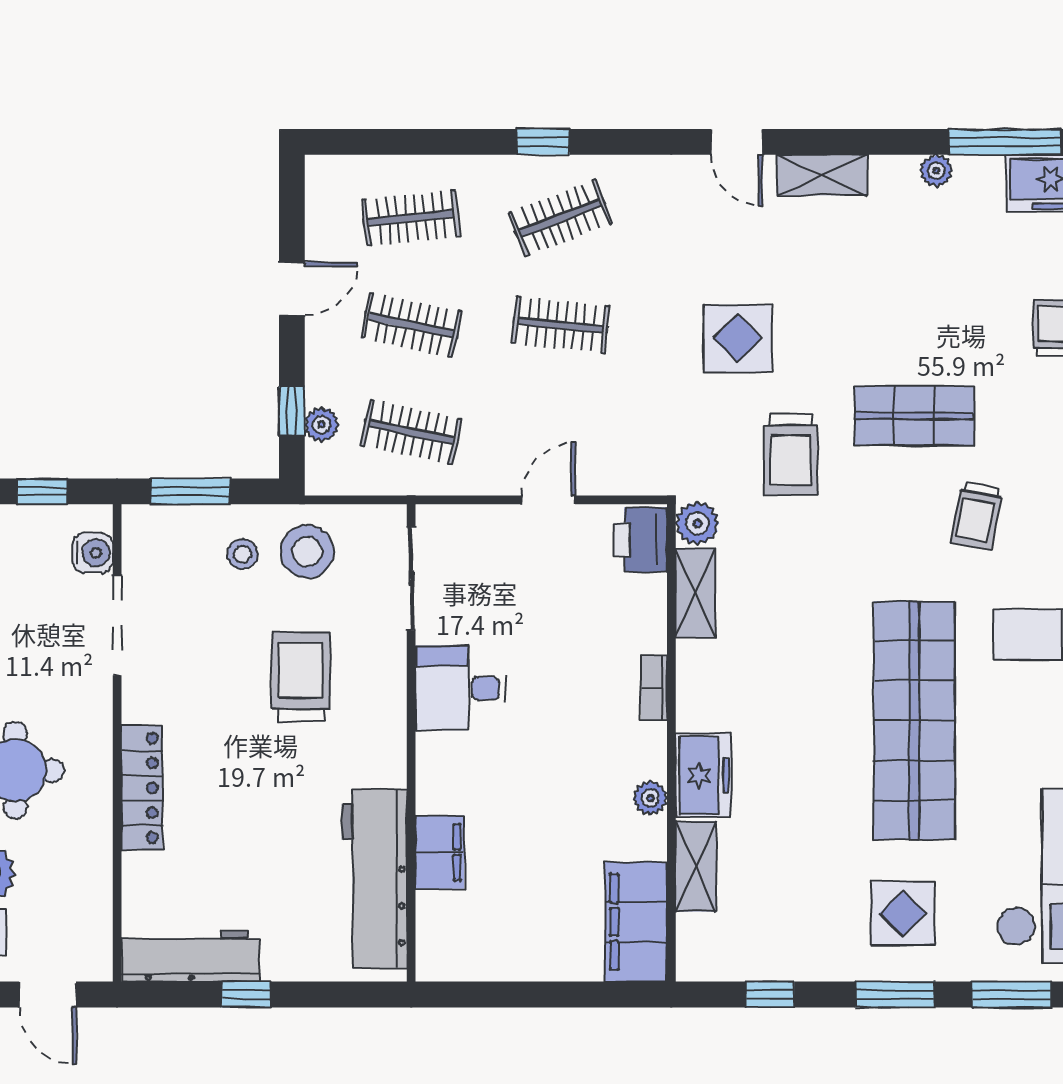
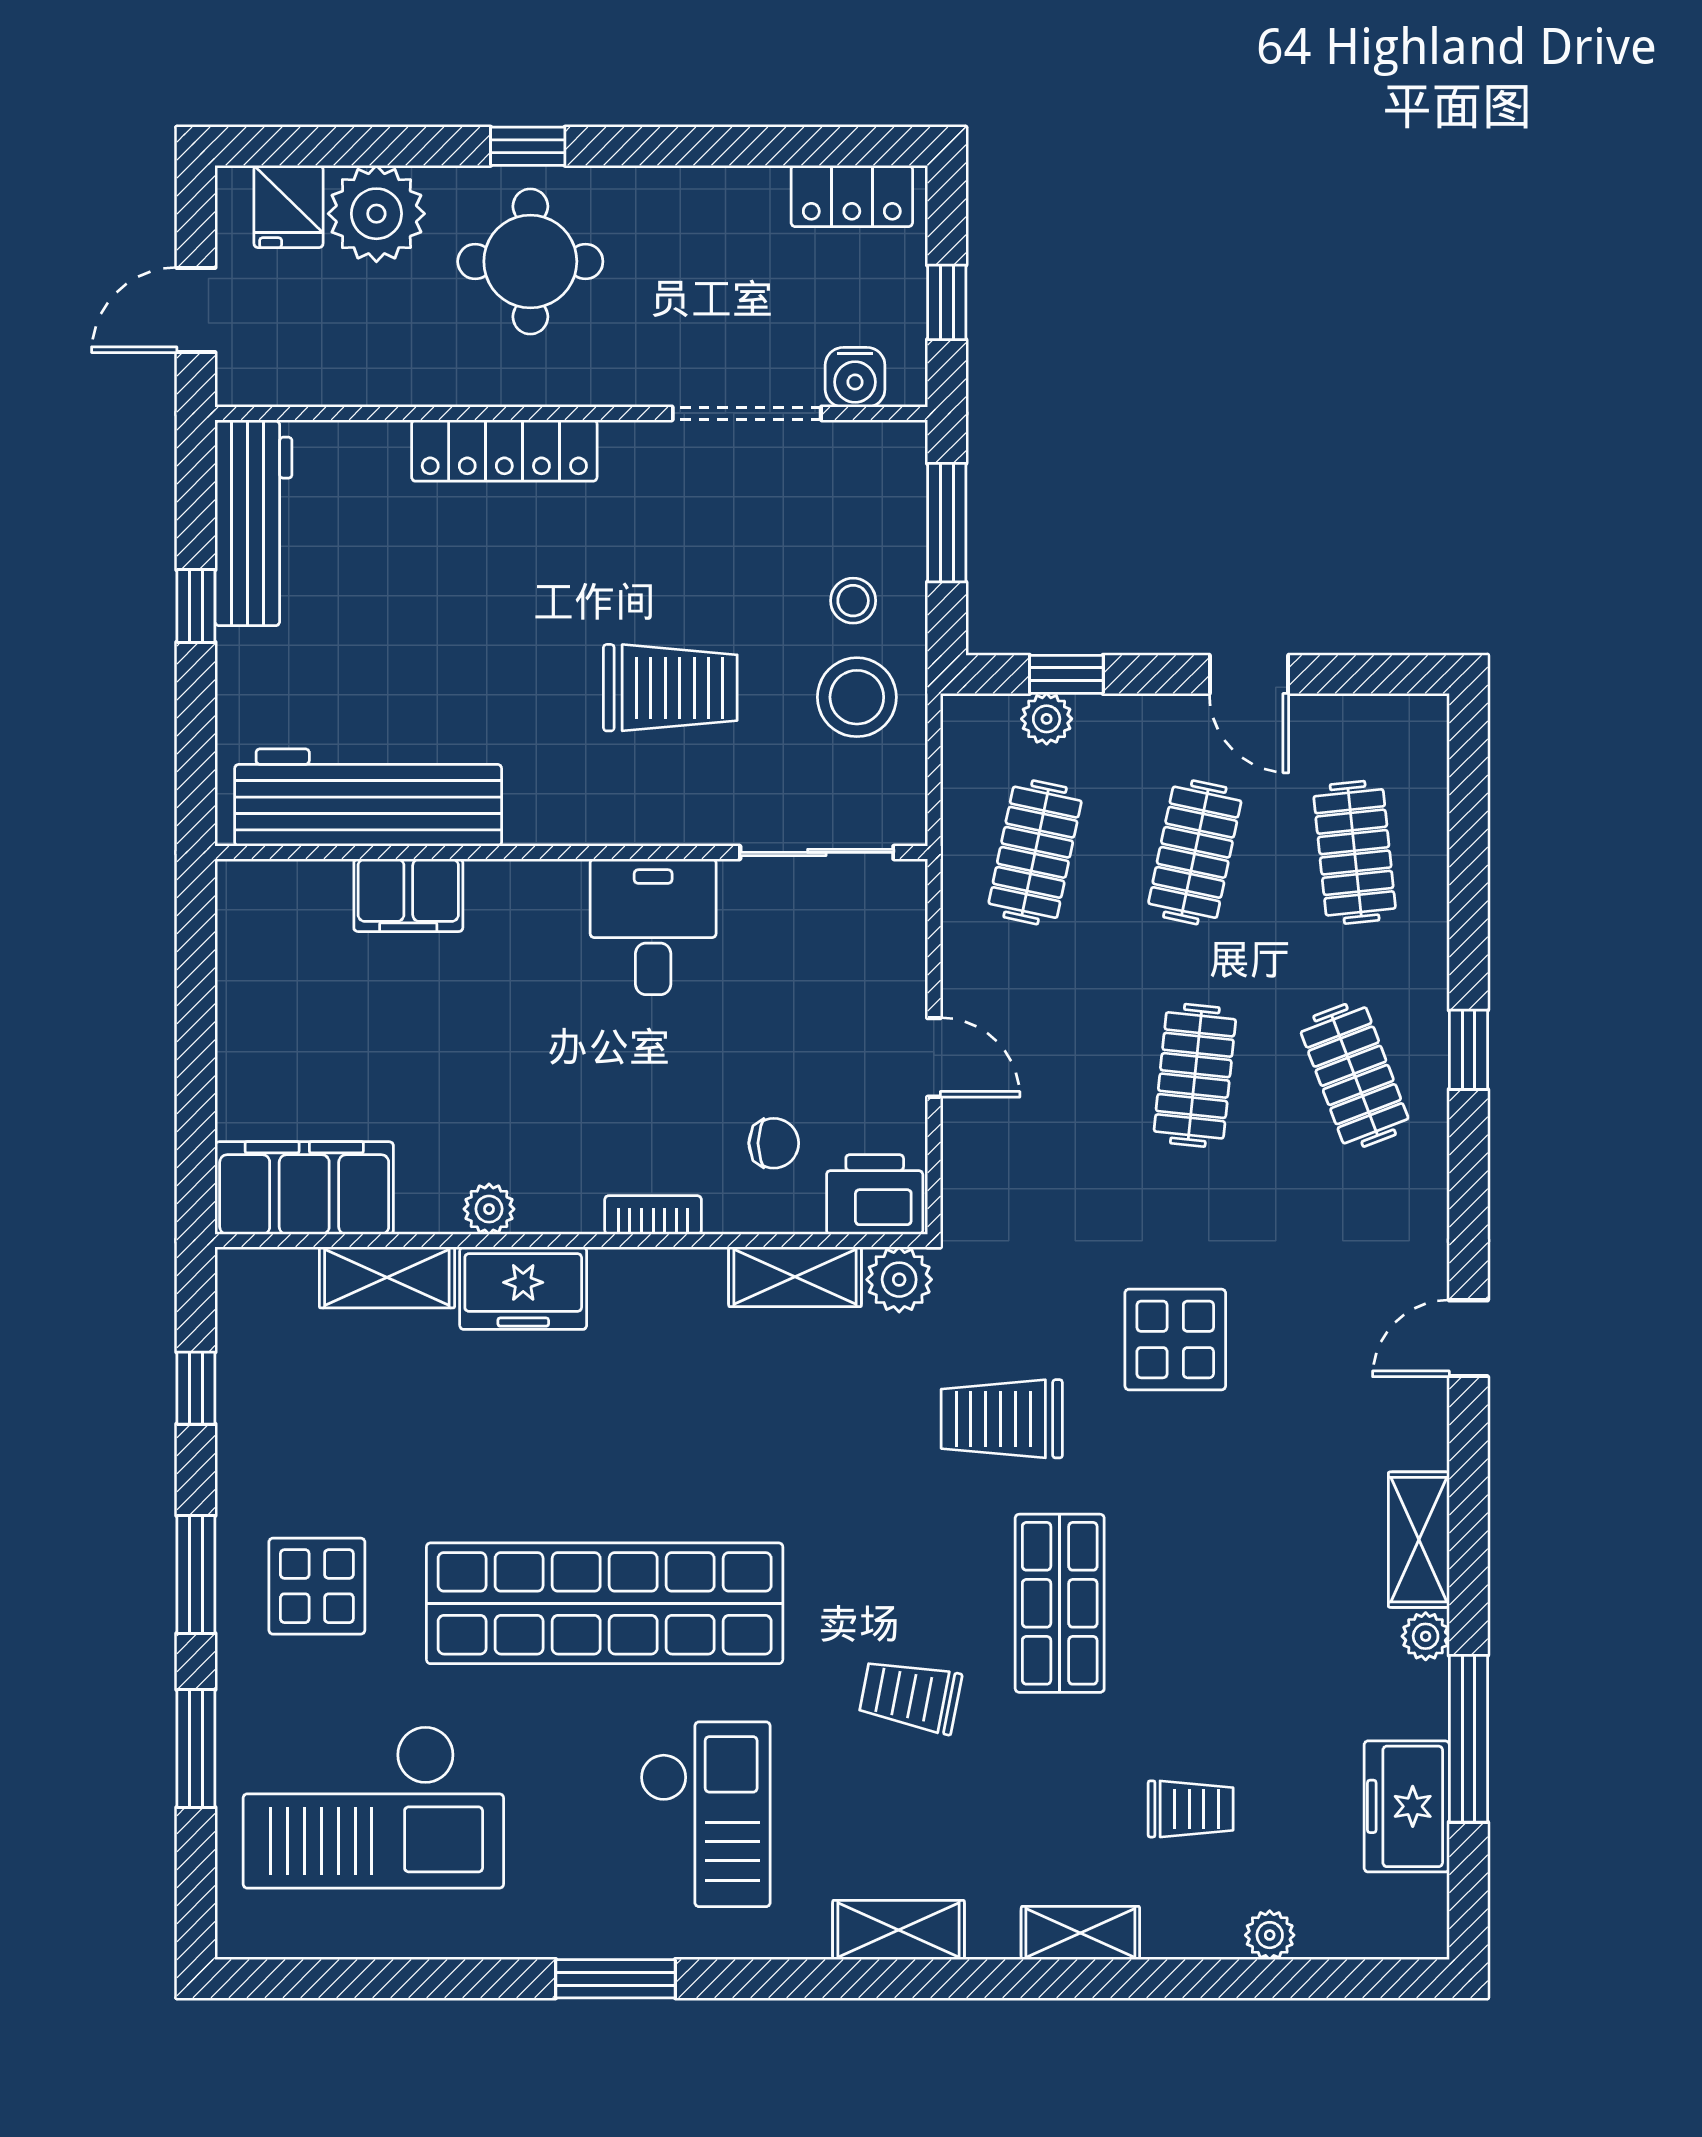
shelving: (822, 175) -> (1419, 1540), moved
chair: (606, 607) -> (774, 1143), added

